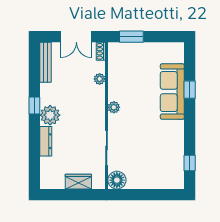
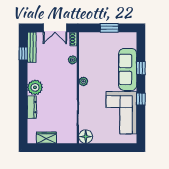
window: (131, 37) -> (109, 28), moved
window: (34, 106) -> (23, 53), moved
corner sofa: (164, 149) -> (121, 113), added
window: (190, 163) -> (141, 99), moved
wardrobe: (78, 182) -> (46, 138), moved

